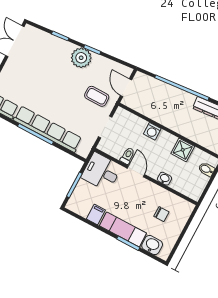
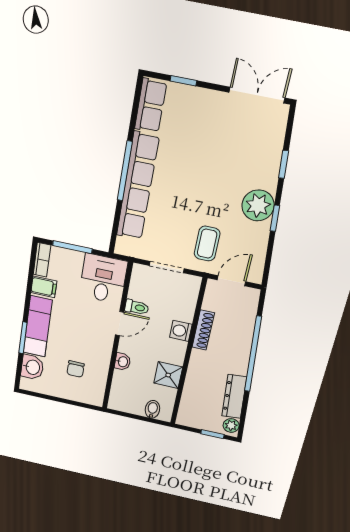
shoe rack: (156, 116) -> (203, 330), added
bookcase: (77, 209) -> (42, 260), added

